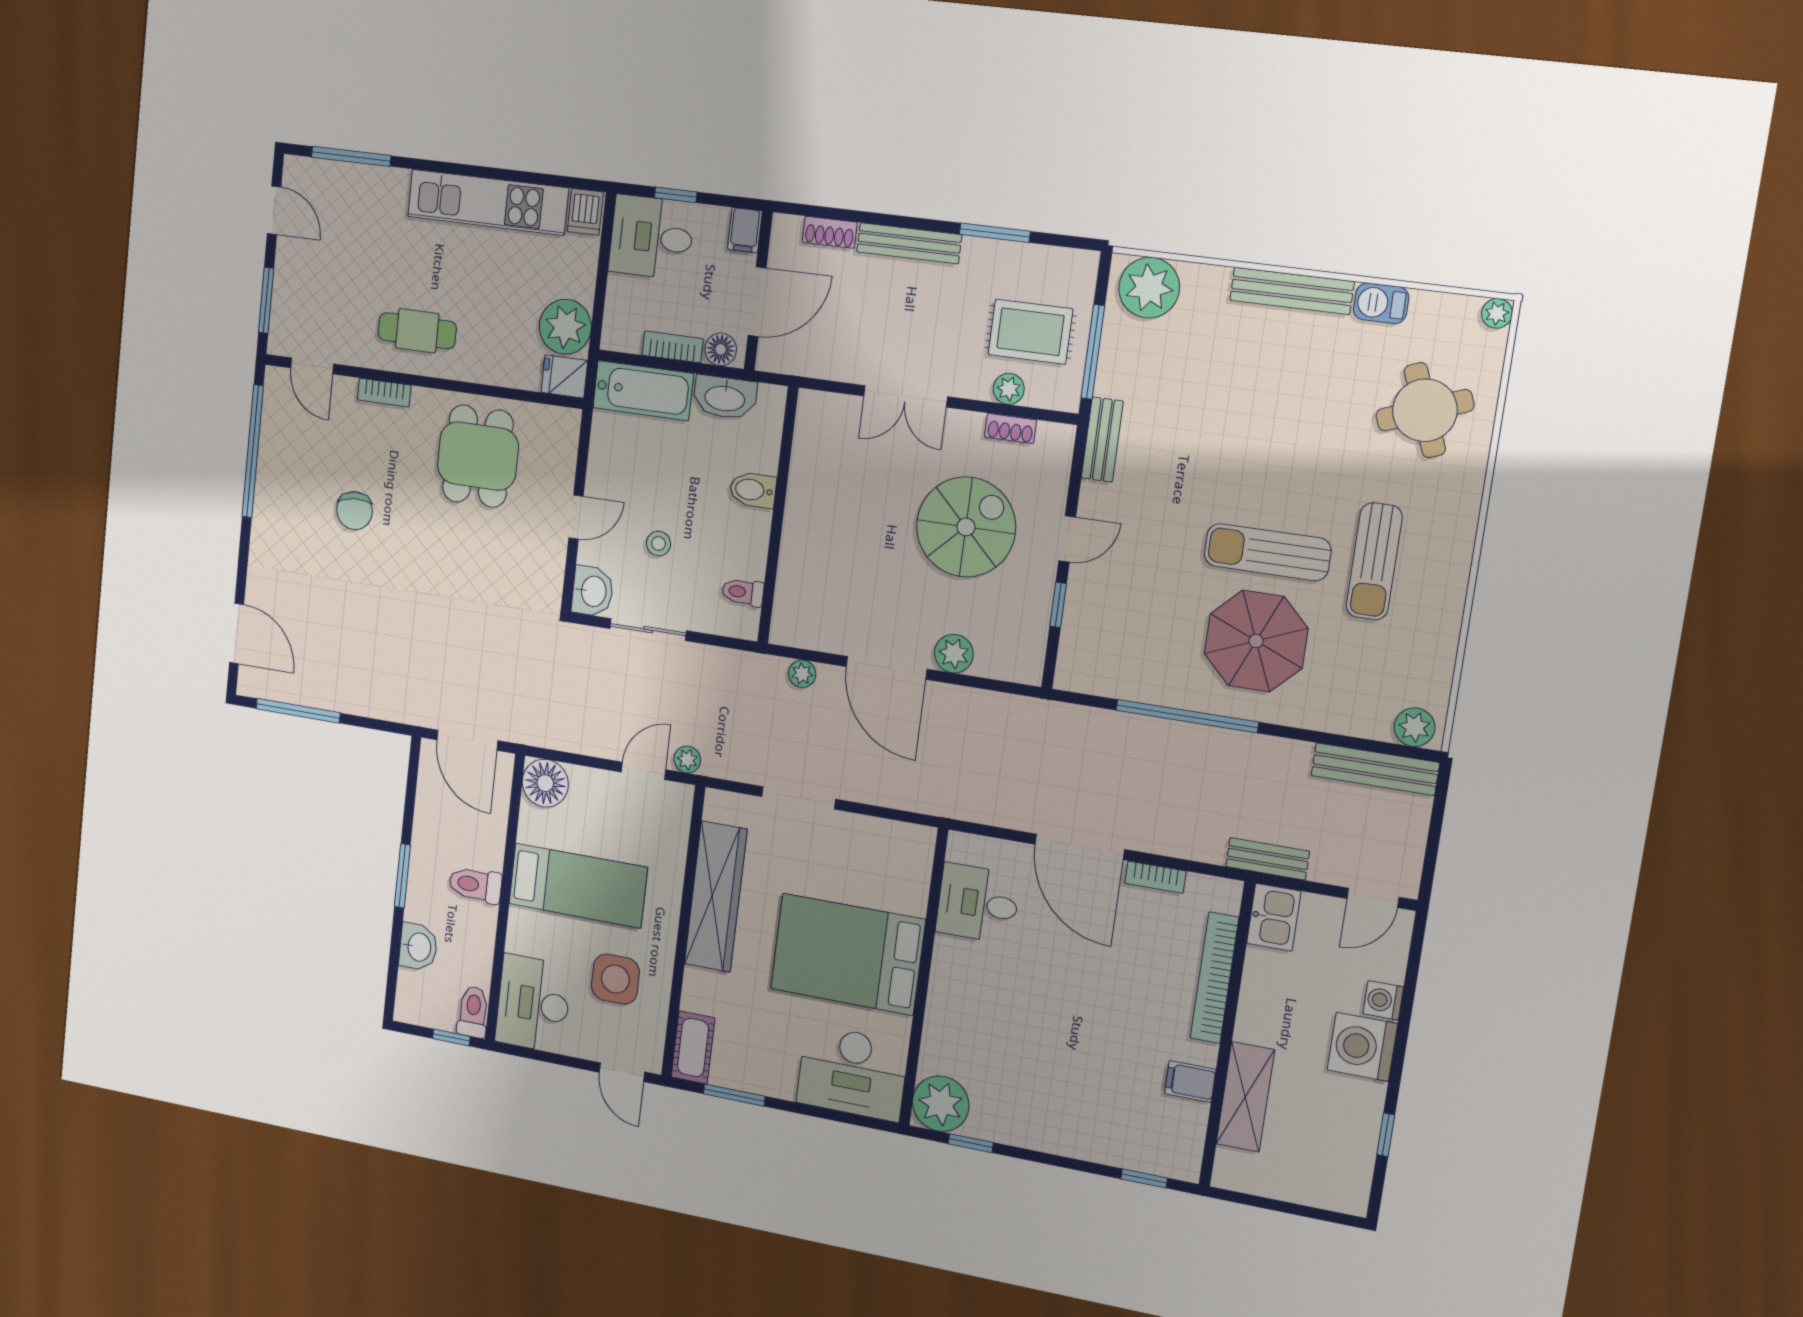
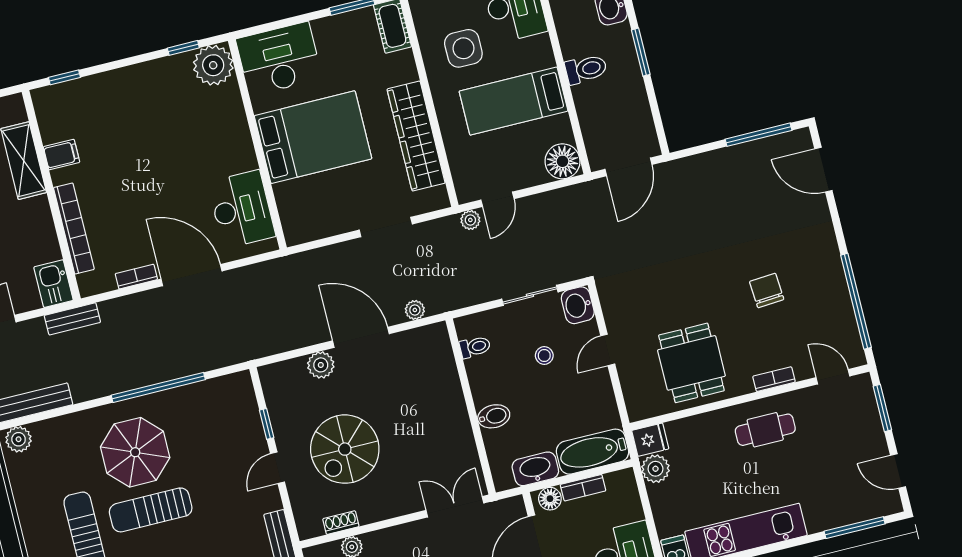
plant: (565, 327) -> (655, 469), width x0.73, depth x0.73
double door: (905, 396) -> (455, 507), moved
sun lounger: (1267, 552) -> (151, 510), turned 180
door: (467, 740) -> (628, 167), swing flipped
desk: (978, 903) -> (241, 209), width x1.37

